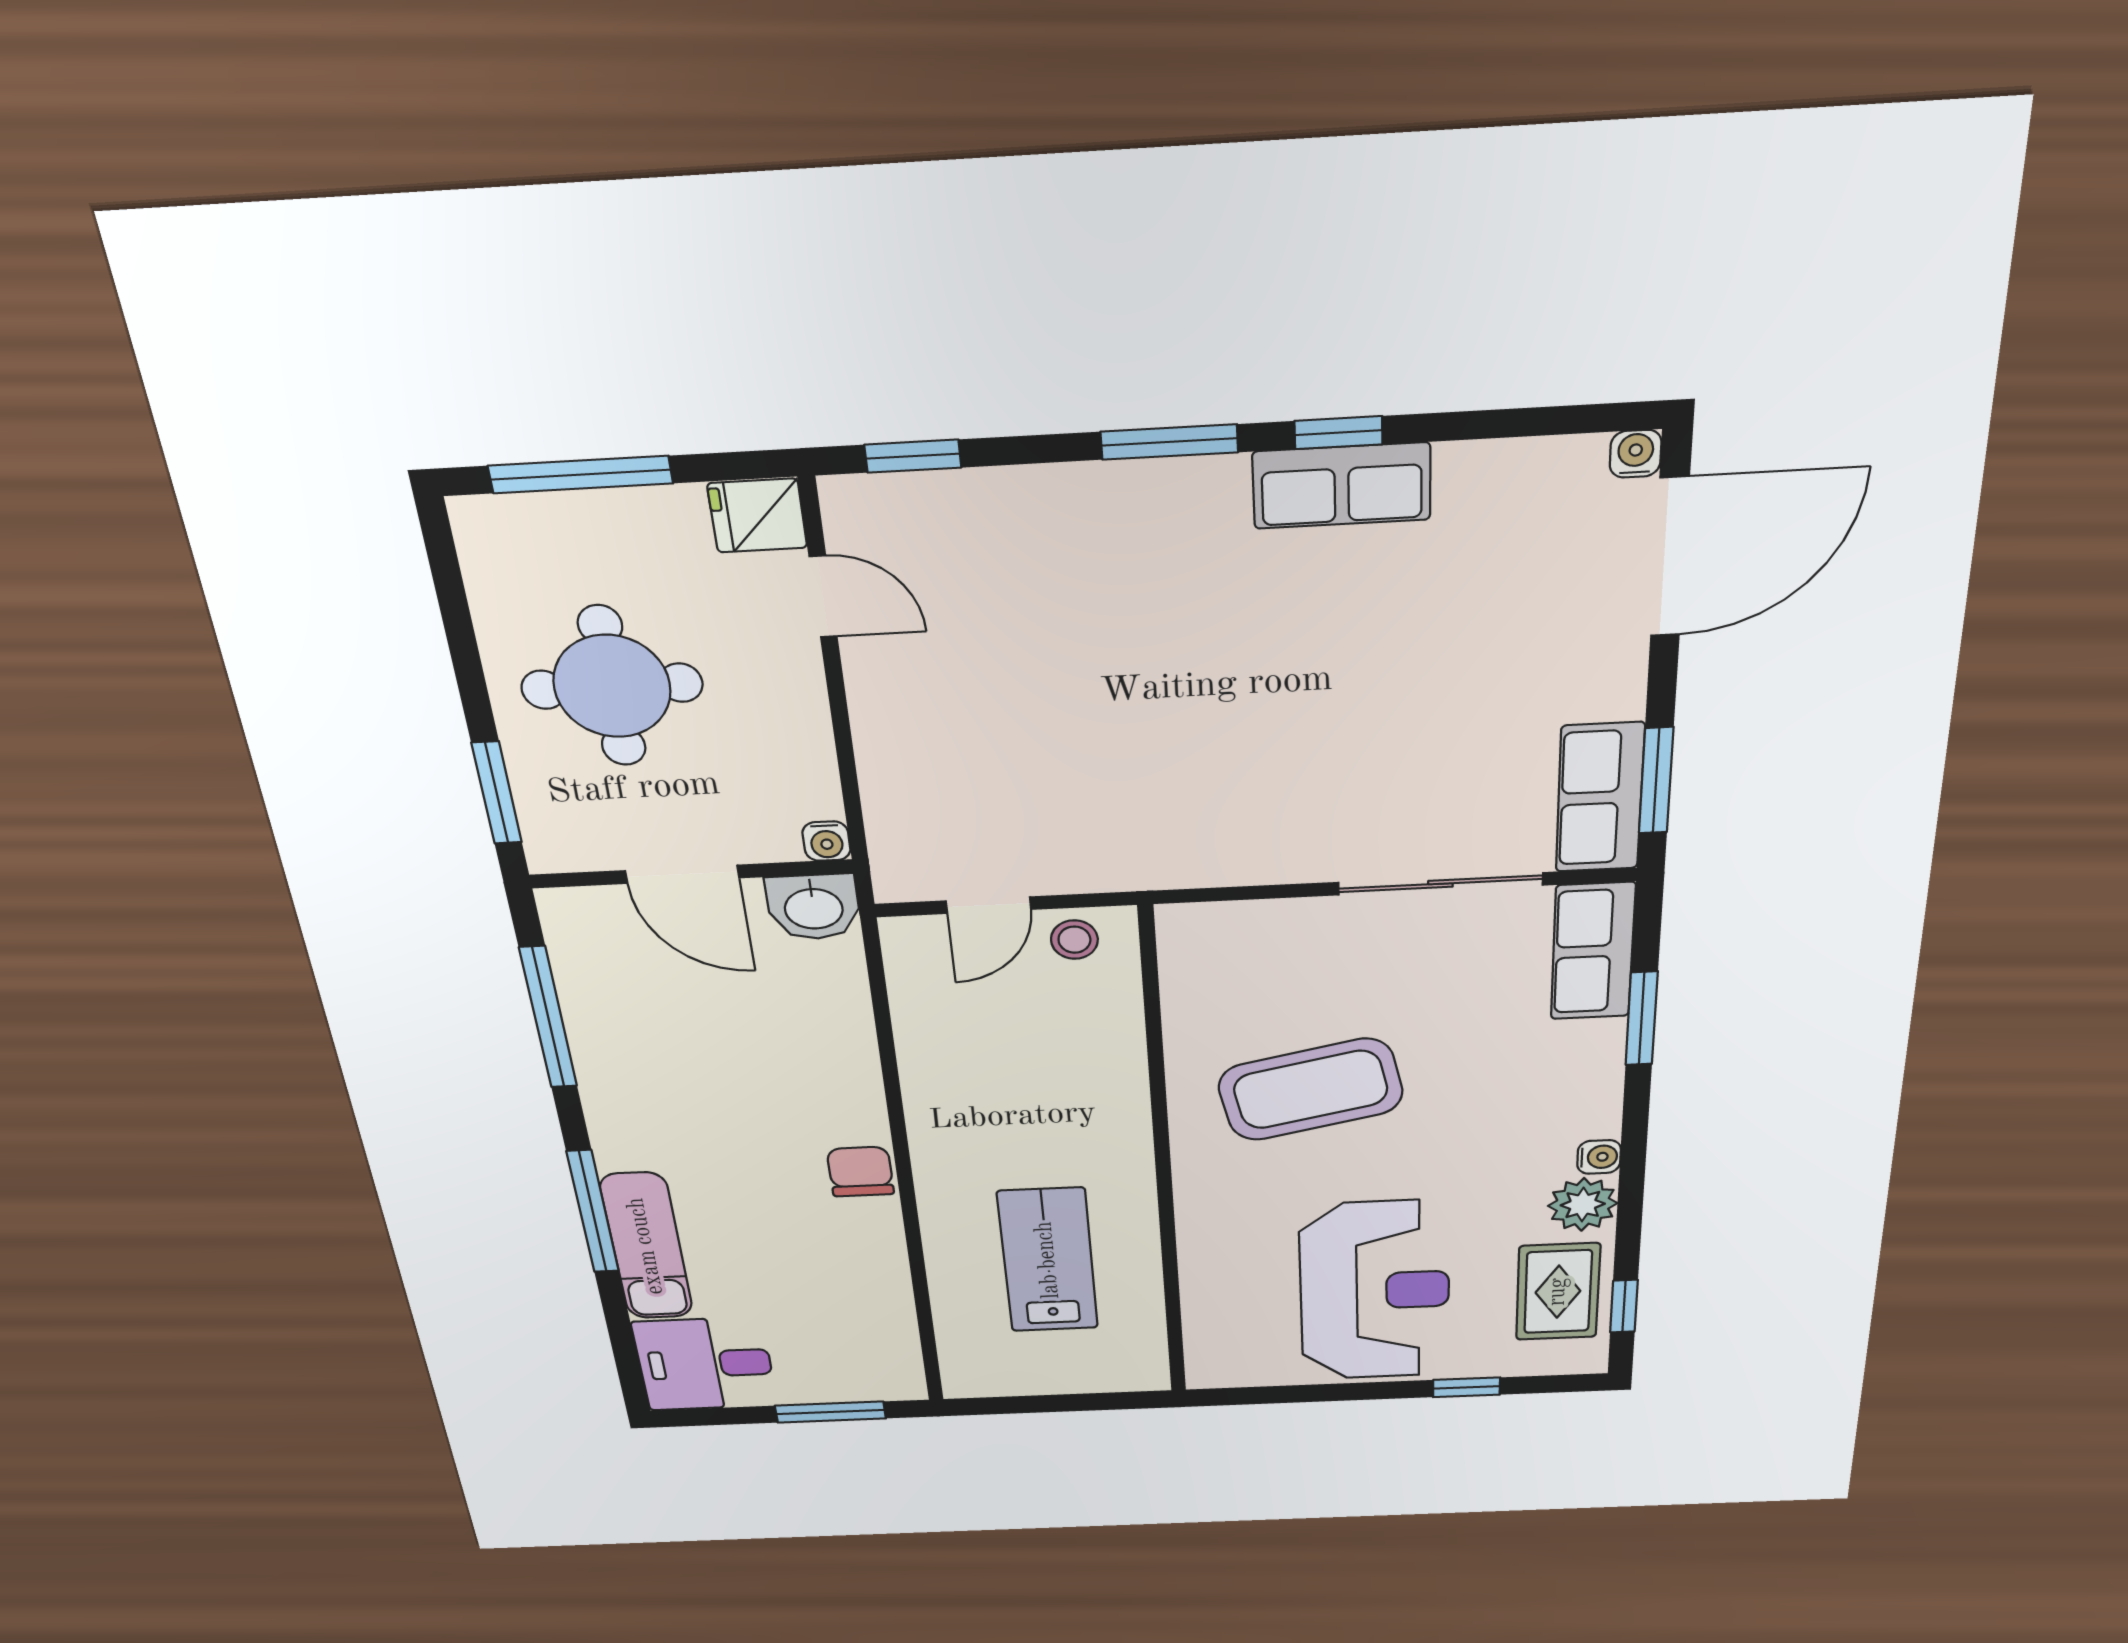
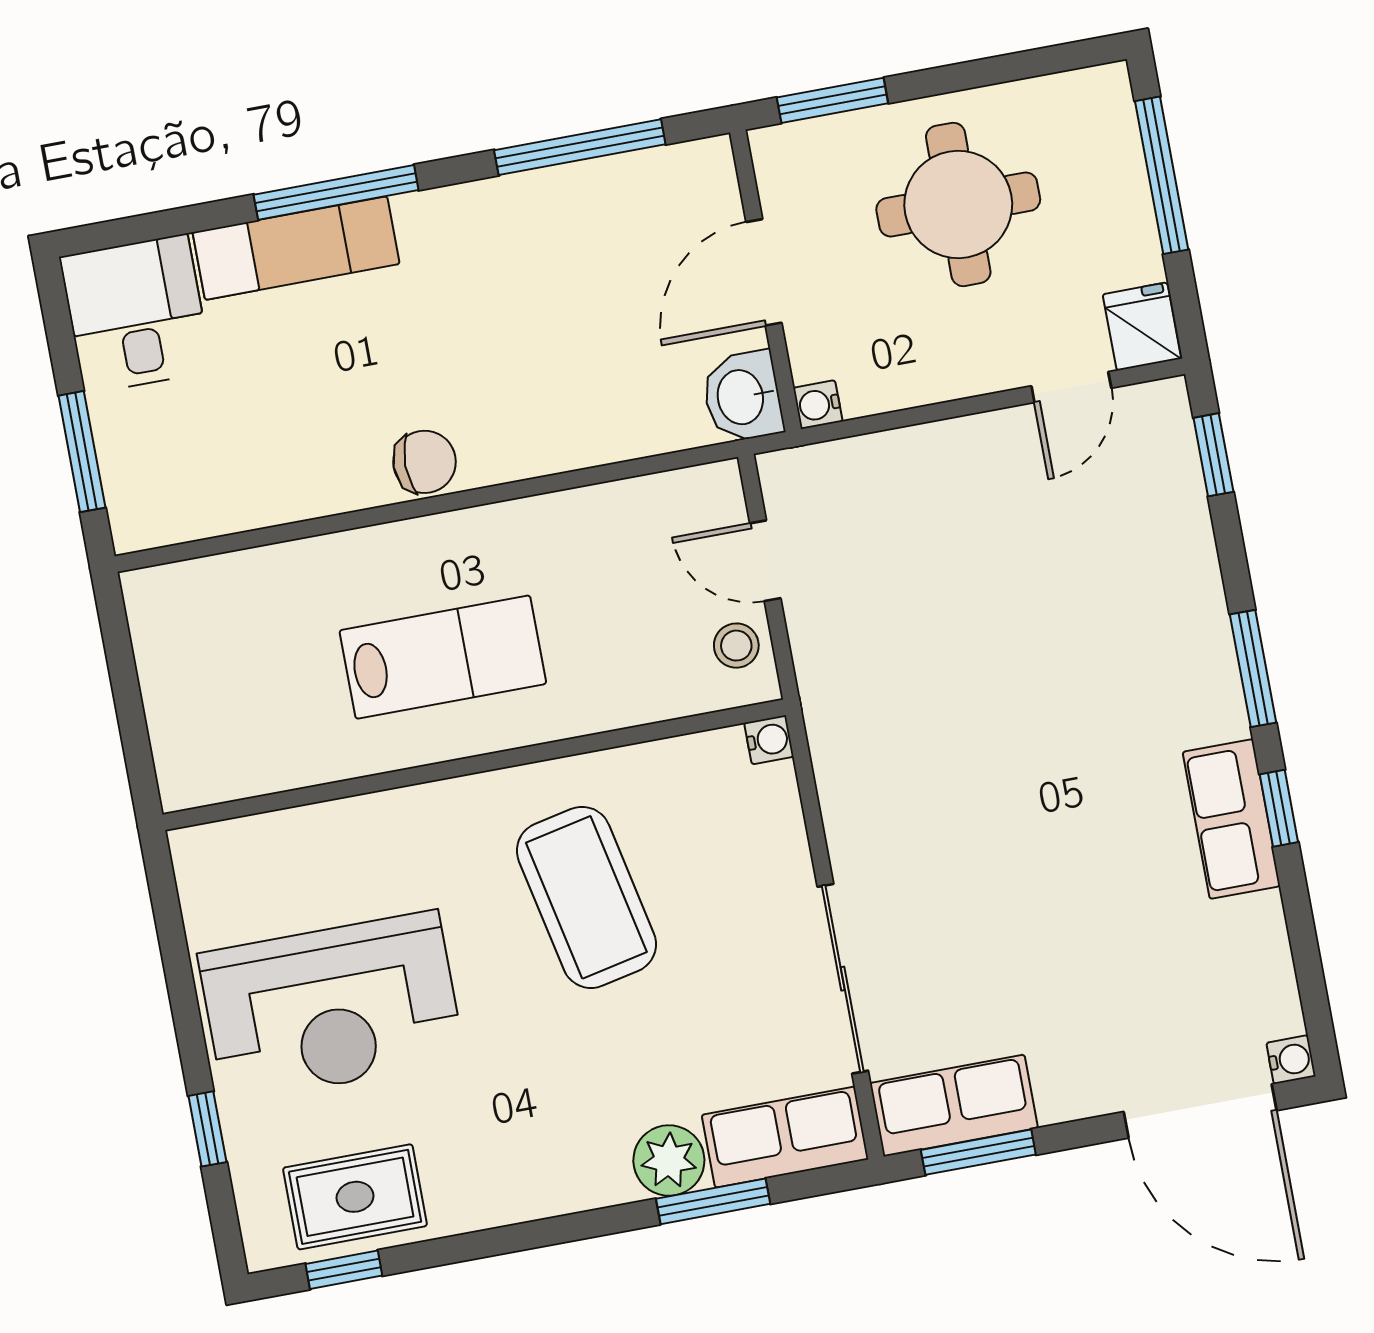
water cooler: (1599, 1157) -> (769, 740), moved, turned -90
plant: (1583, 1205) -> (669, 1160), moved
lab bench: (1048, 1260) -> (443, 657), moved

